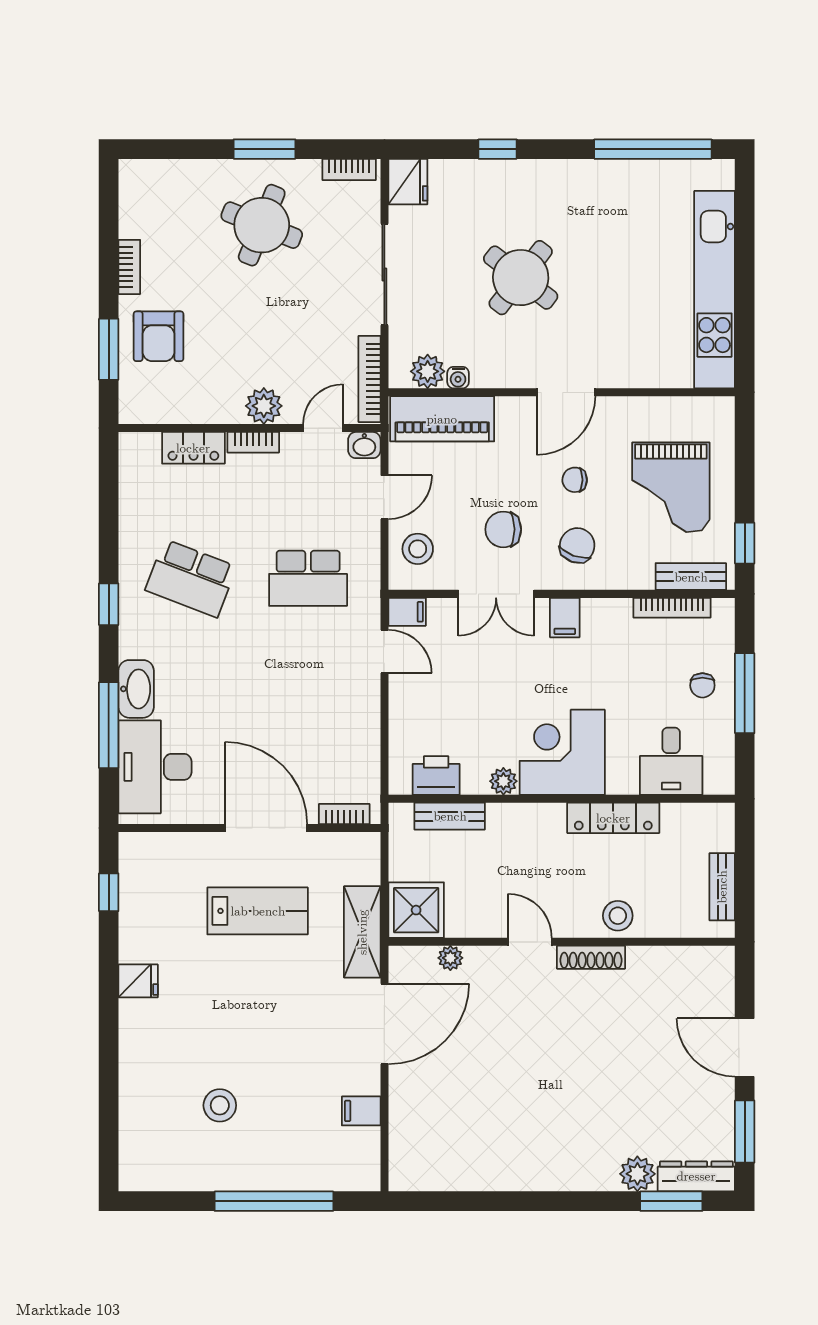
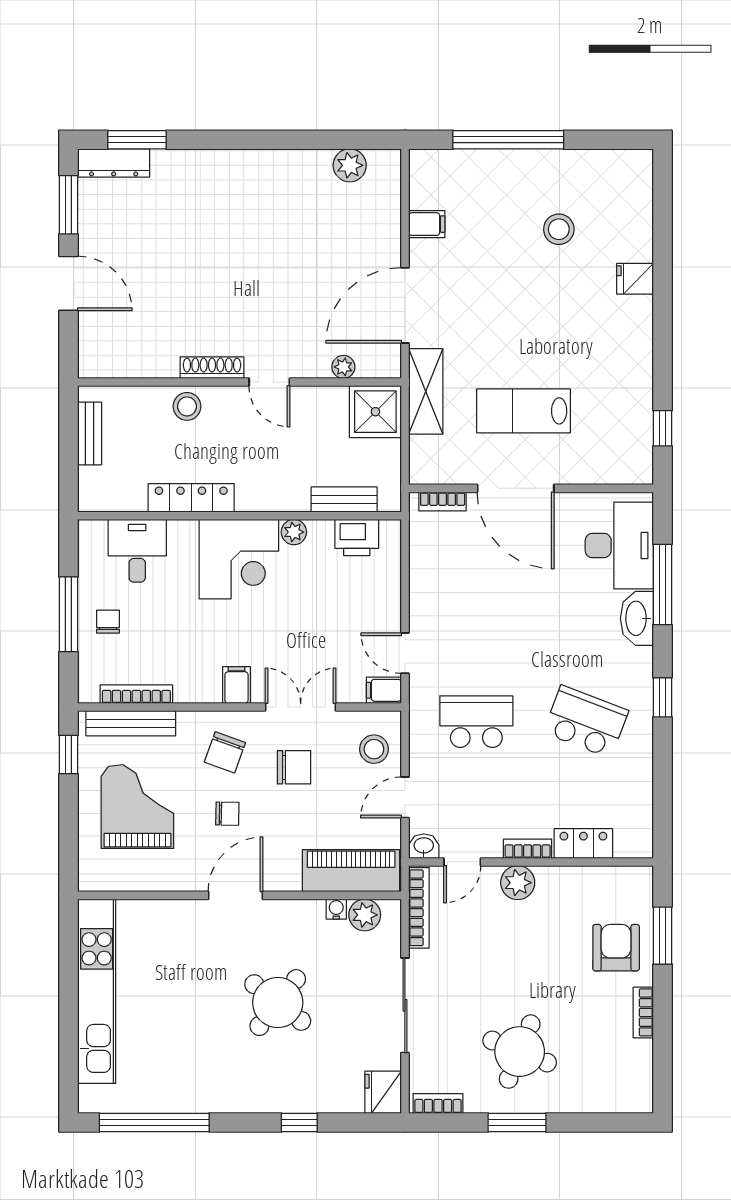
bench: (691, 577) -> (131, 723), width x1.36
fridge: (138, 981) -> (635, 279), moved
plant: (637, 1174) -> (350, 165), moved

